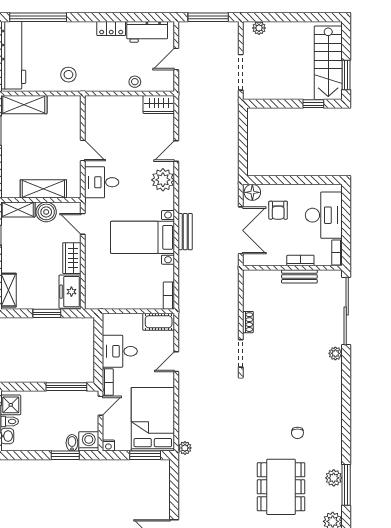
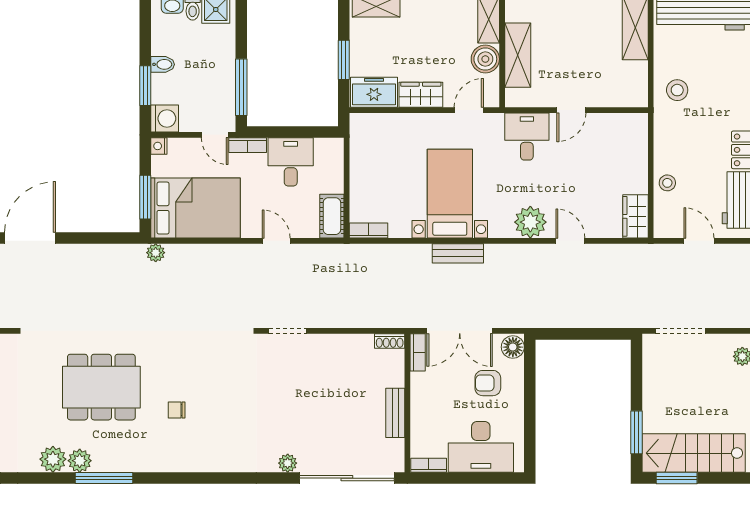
window: (313, 104) -> (637, 432), width x1.50
bookcase: (300, 260) -> (418, 352), moved
shoe rack: (248, 322) -> (390, 341), moved
bidet: (72, 443) -> (163, 64), moved
plant: (334, 478) -> (80, 461), moved

